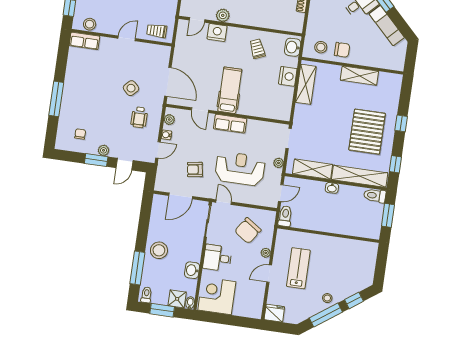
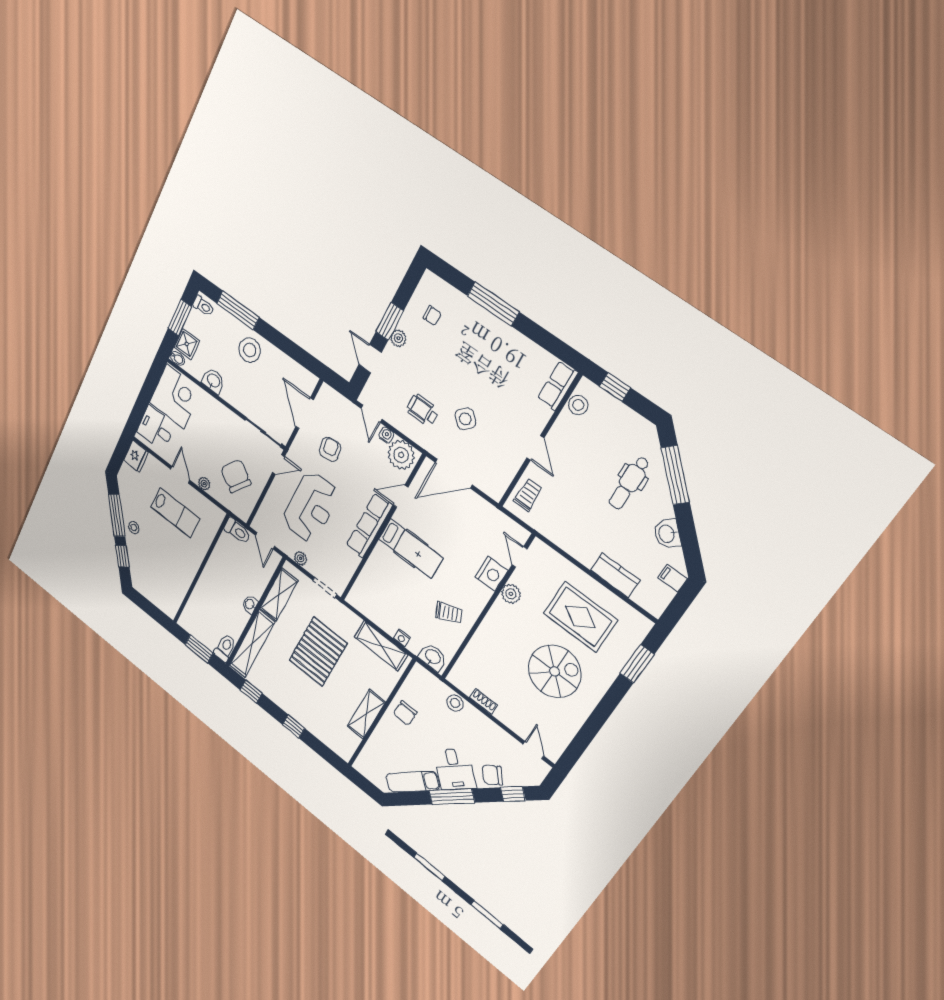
stool: (321, 47) -> (455, 703), moved
nightstand: (288, 76) -> (402, 638), width x0.53, depth x0.56
plant: (169, 120) -> (401, 455), width x1.87, depth x1.87
row of seats: (230, 124) -> (369, 525), width x1.48
pallet: (367, 132) -> (318, 652), moved, turned 90
desk: (217, 258) -> (156, 428), moved, turned -90

